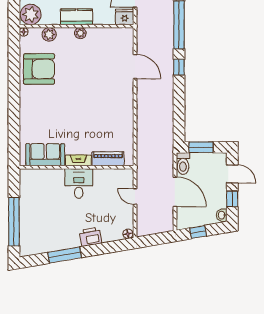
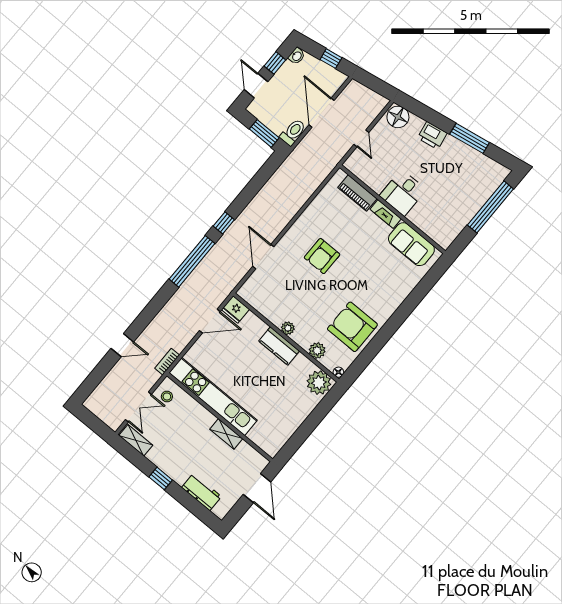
armchair: (97, 99) -> (322, 256), added
floor lamp: (128, 234) -> (398, 117), width x1.89, depth x1.89

